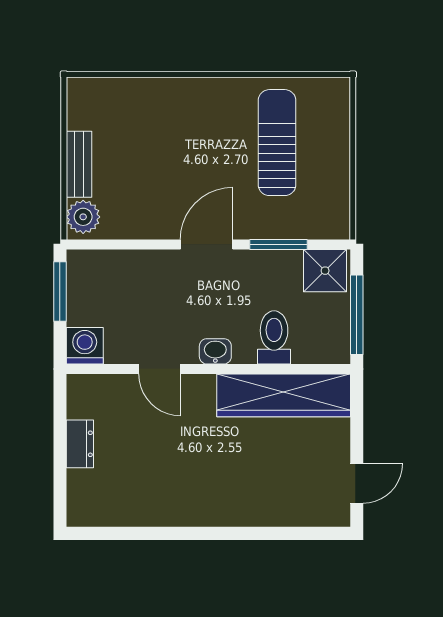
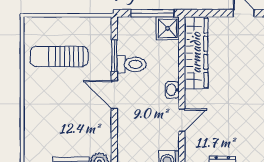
shower: (325, 271) -> (168, 28), moved
toilet: (274, 337) -> (131, 64), moved, turned 180

